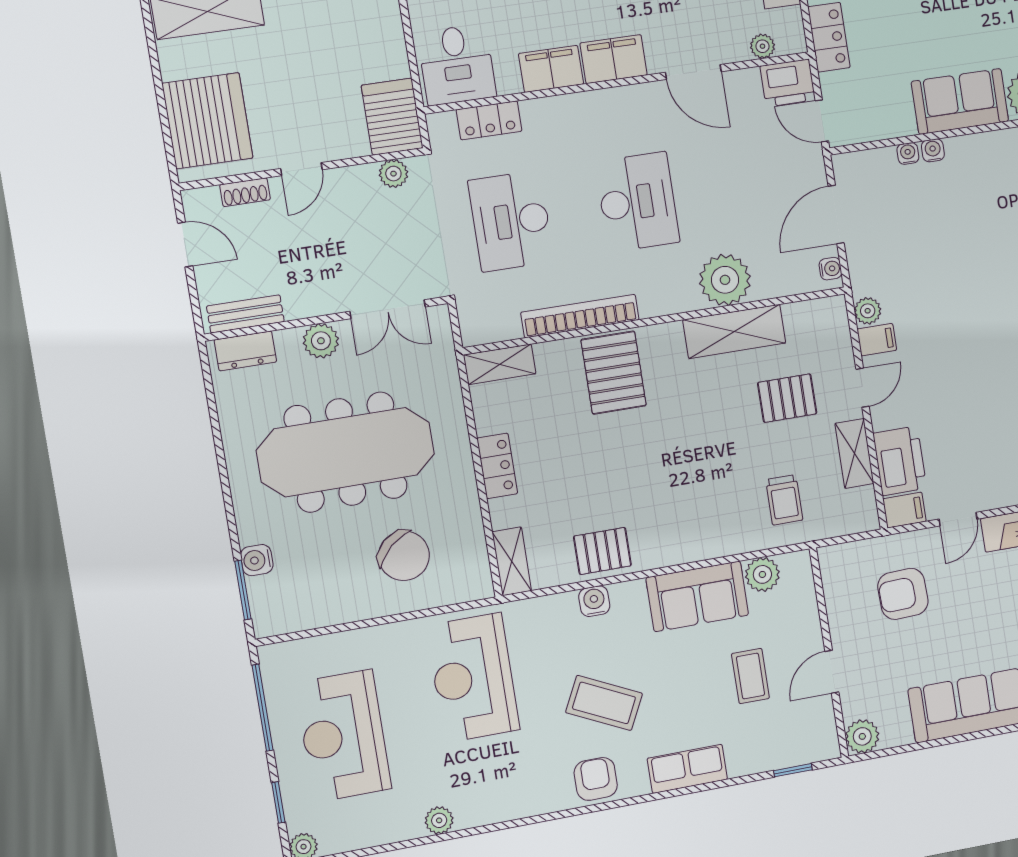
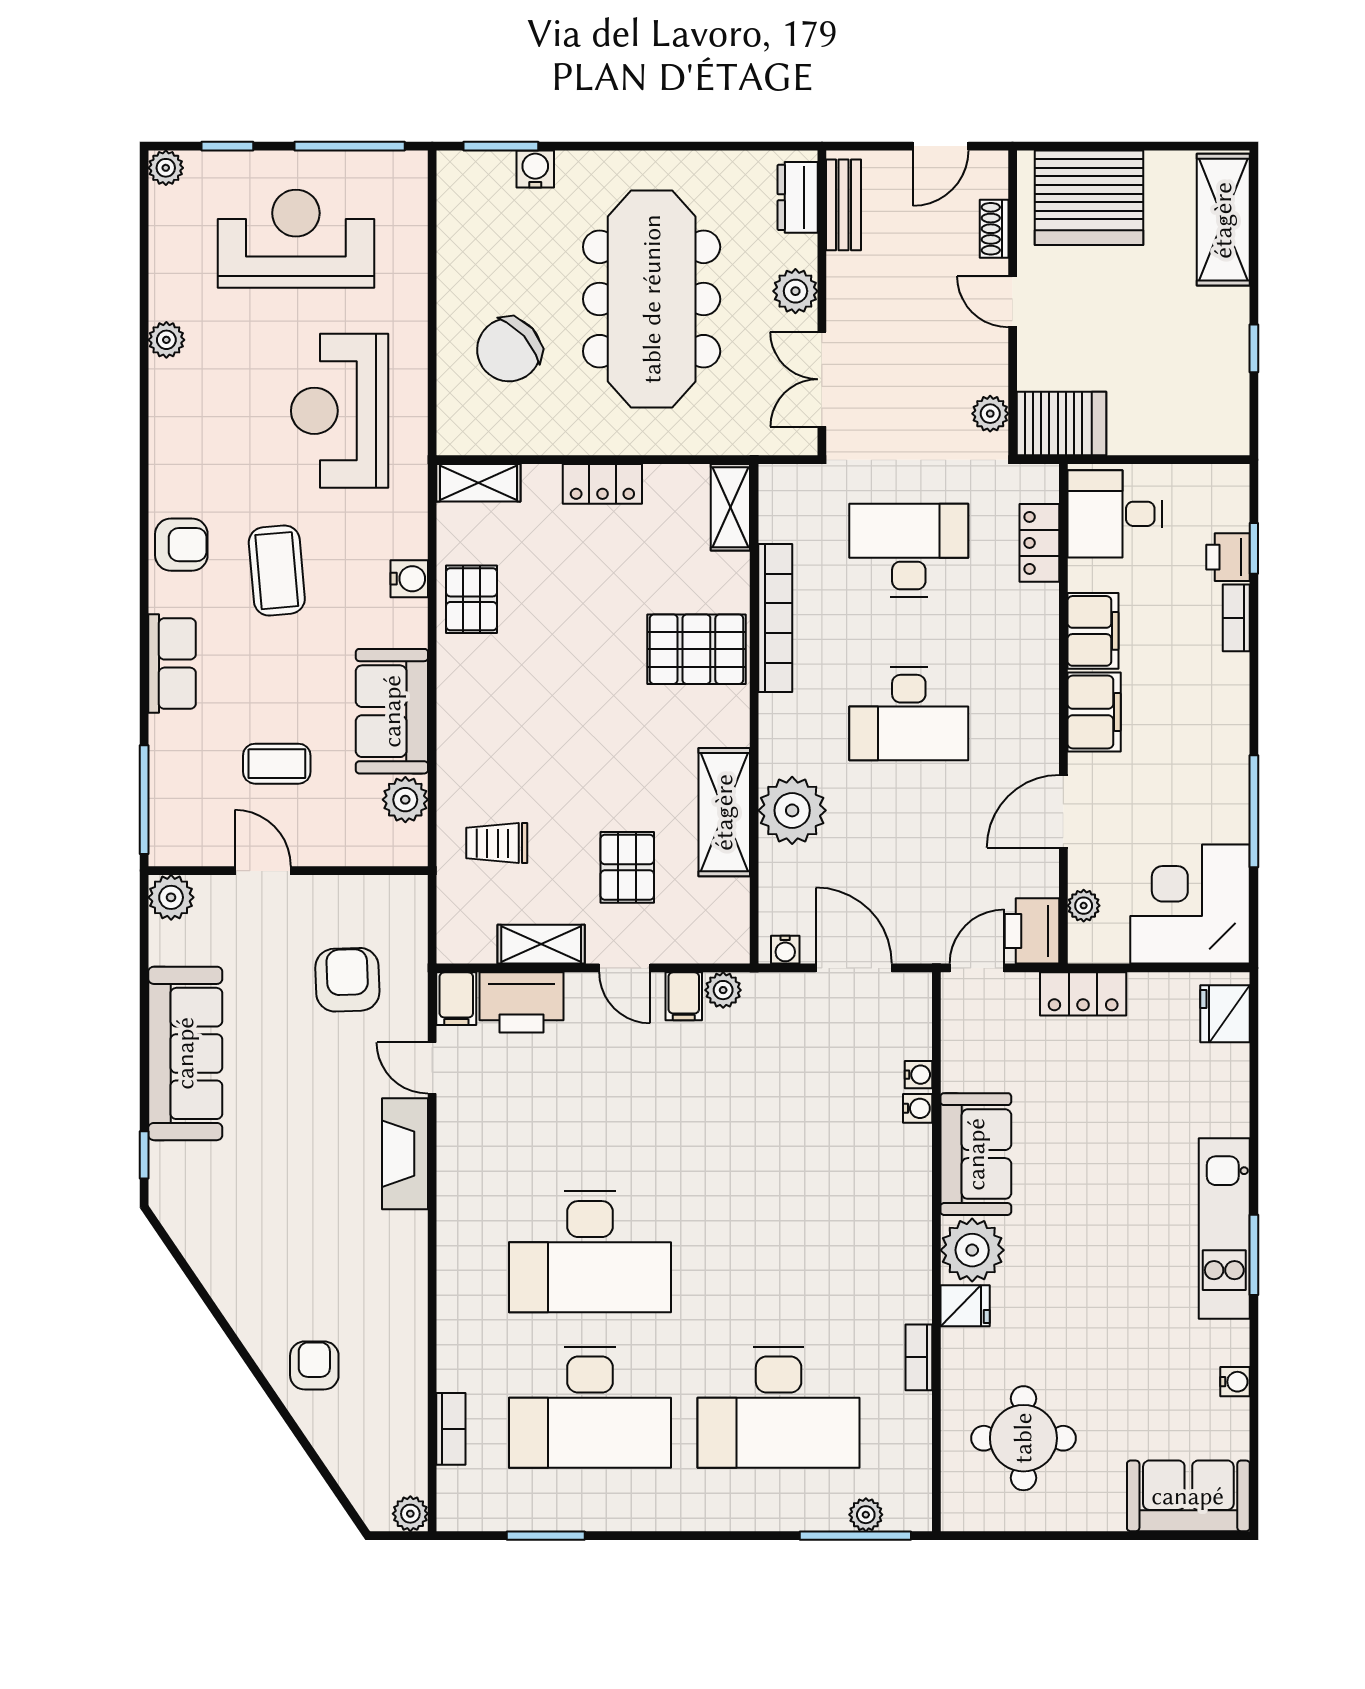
reception desk: (473, 678) -> (340, 411), turned -90
coffee table: (604, 703) -> (277, 571), turned -31
window: (793, 770) -> (144, 800), width x2.17

